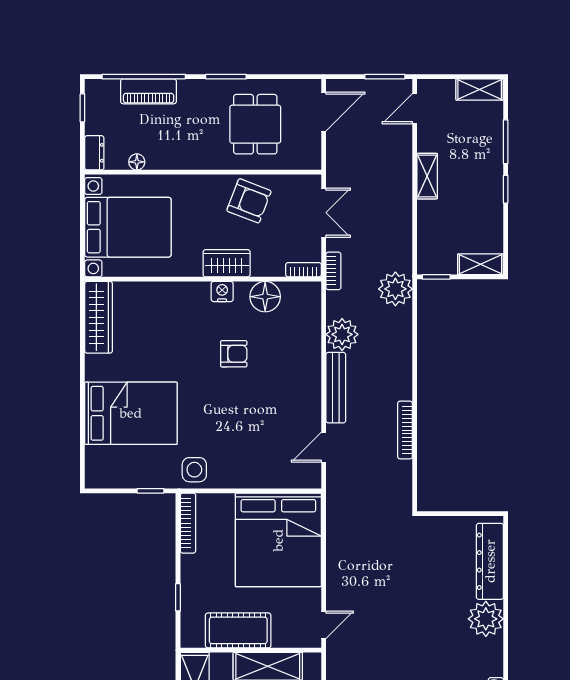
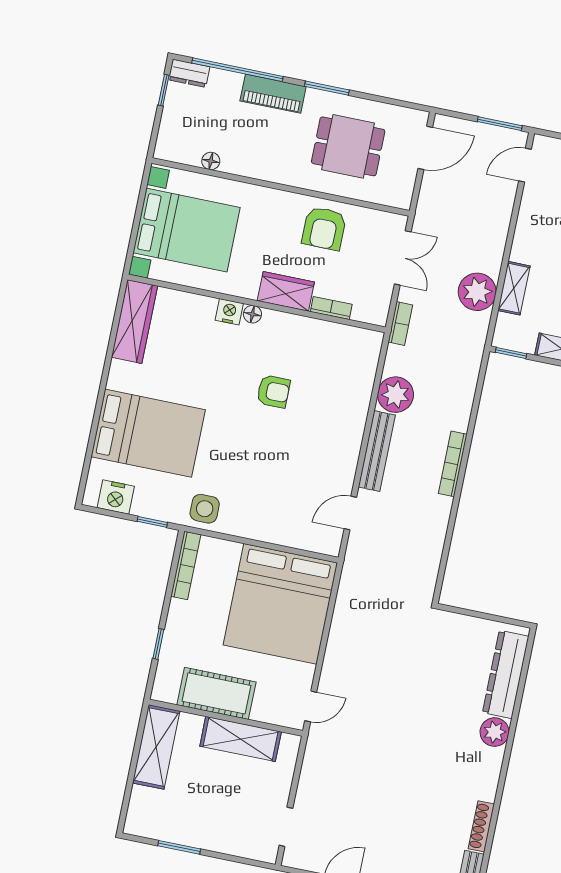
piano: (149, 91) -> (273, 94), moved
dining table: (255, 124) -> (348, 146), turned 90
dresser: (94, 153) -> (189, 73), moved, turned 90
shelving: (427, 176) -> (514, 288), moved
armchair: (249, 201) -> (324, 228), turned 69
bookcase: (304, 270) -> (331, 308), moved
plant: (395, 289) -> (477, 292), moved
nightstand: (222, 292) -> (229, 312), moved
floor lamp: (265, 297) -> (252, 314), moved, width x0.53, depth x0.53
bookcase: (405, 430) -> (453, 464), moved
nightstand: (114, 476) -> (116, 497), added
plant: (486, 619) -> (495, 732), width x0.73, depth x0.73

